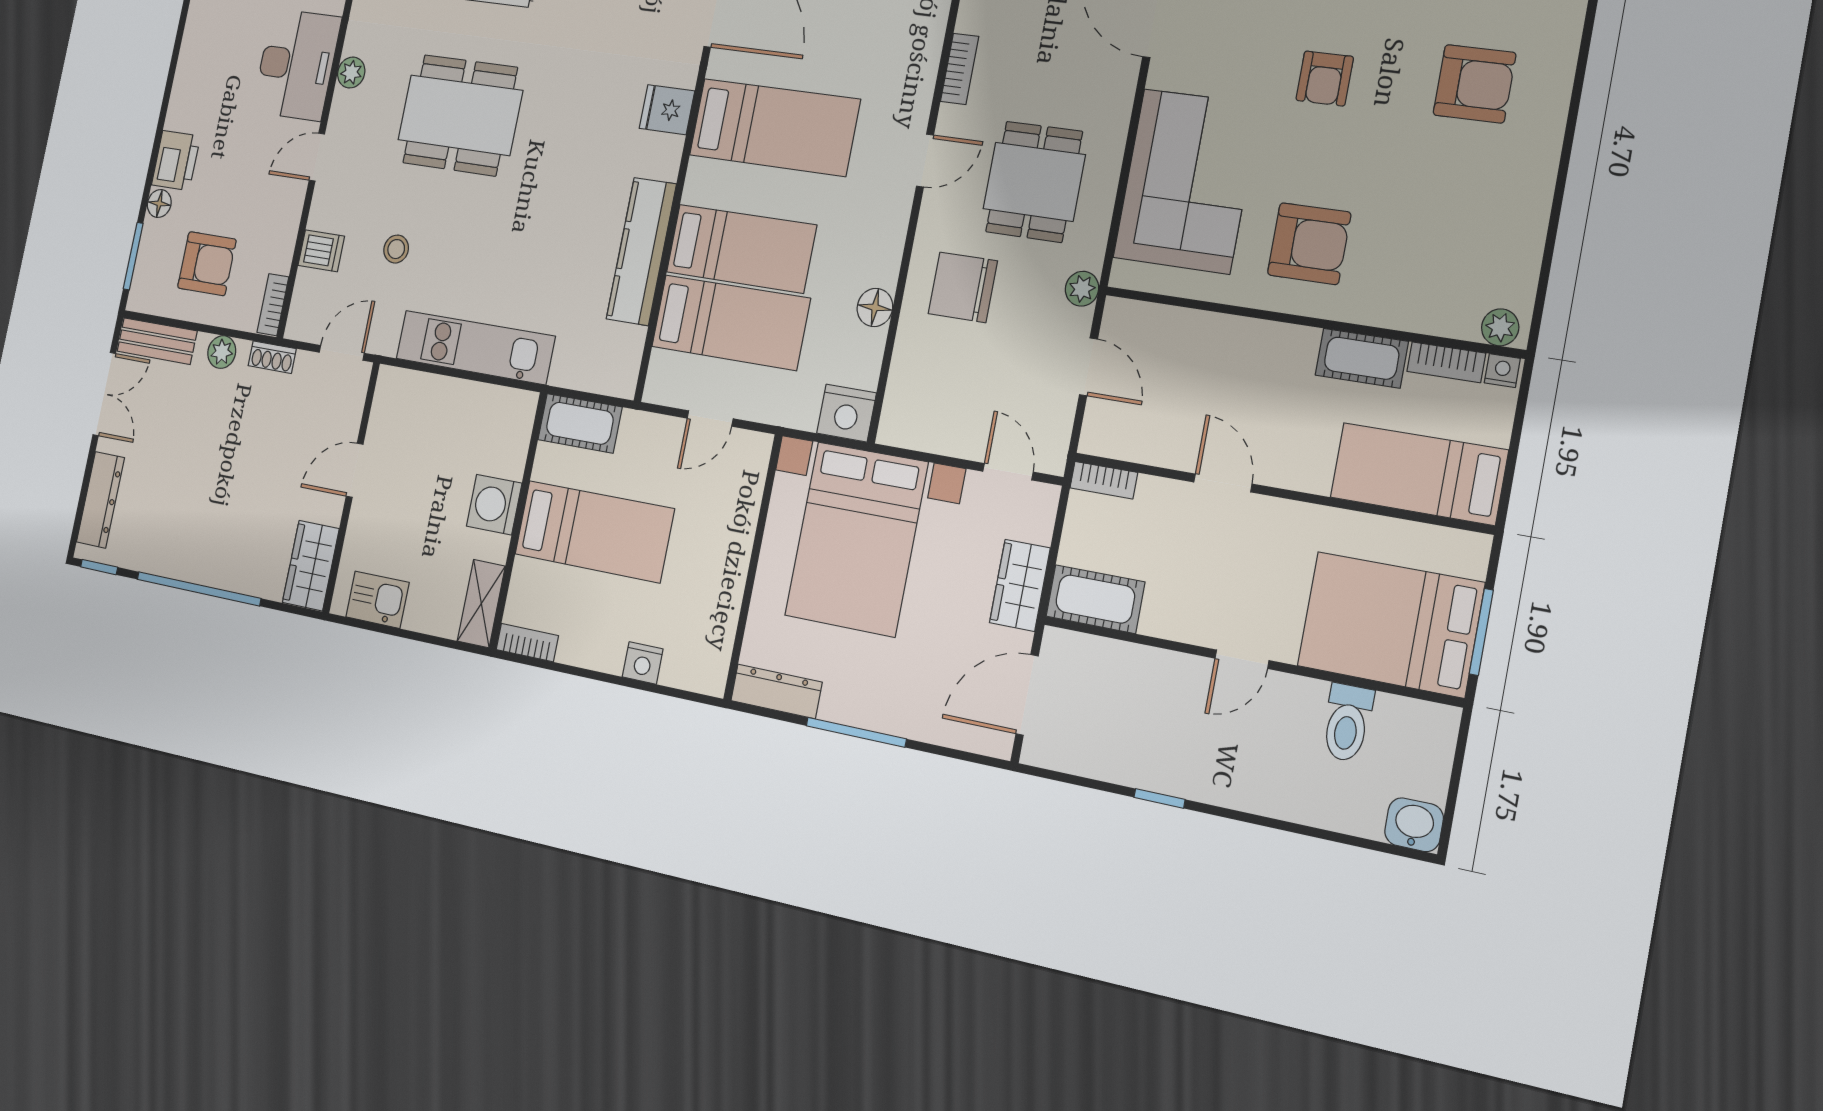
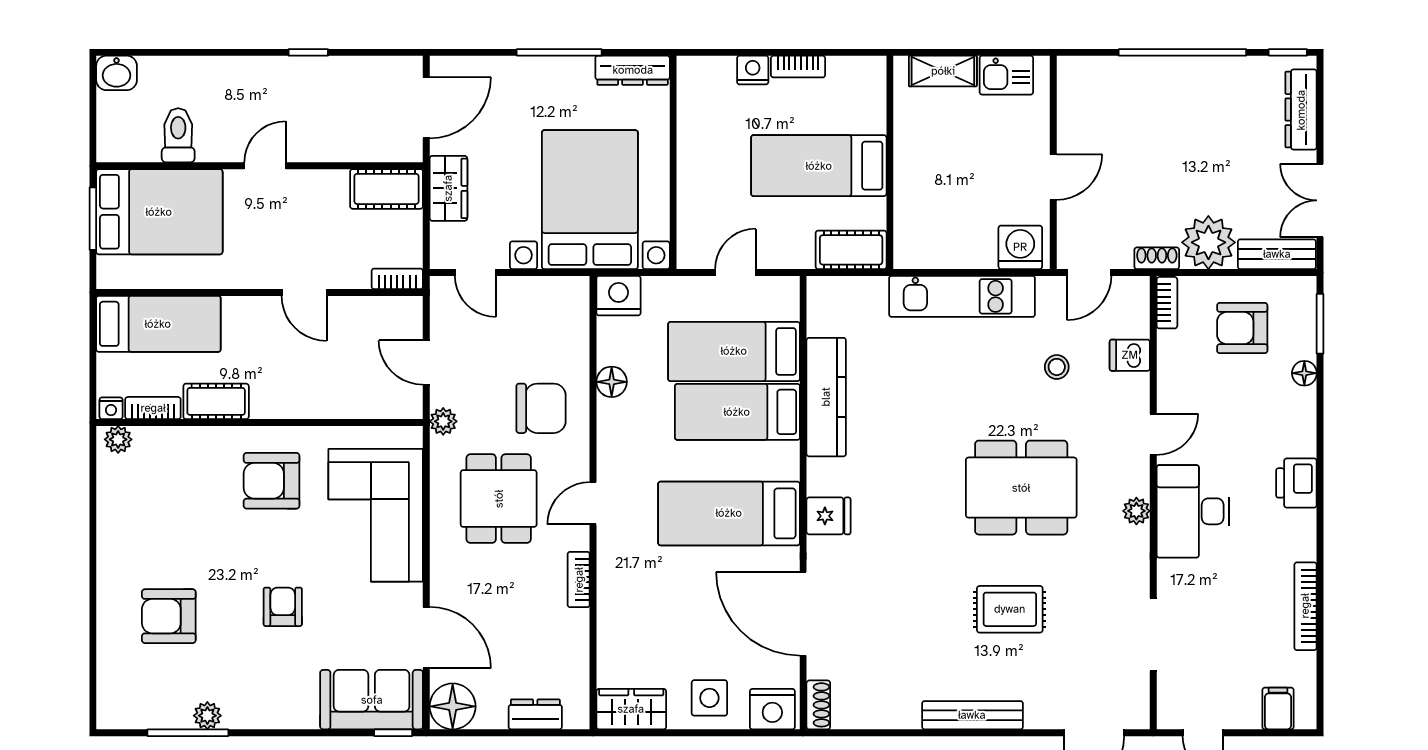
printer: (176, 161) -> (1296, 483), moved
plant: (222, 352) -> (1208, 242), width x1.88, depth x1.88
washing machine: (494, 505) -> (1020, 247), moved, turned -90
wardrobe: (311, 566) -> (1077, 91), removed
shelving: (481, 604) -> (943, 71), moved, turned 90
bookcase: (527, 643) -> (798, 67), moved

